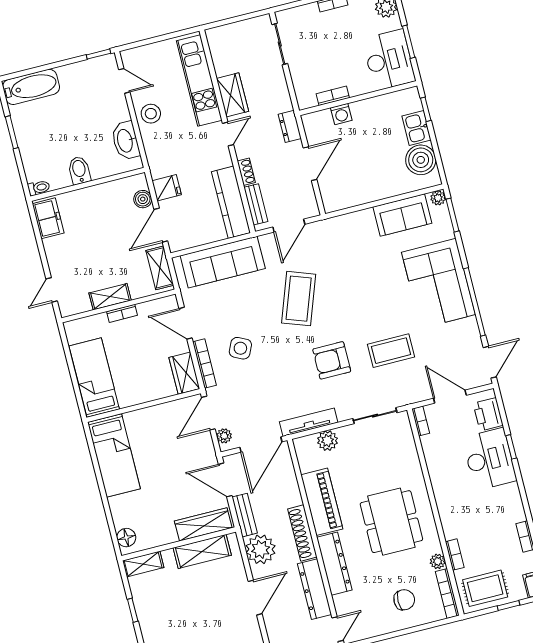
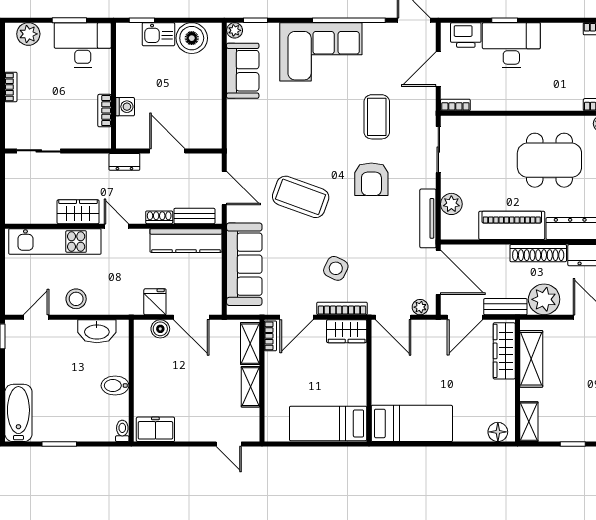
window: (452, 215) -> (256, 20), width x0.67
shelving: (160, 268) -> (250, 344), moved, turned 90
bookcase: (122, 313) -> (270, 336), moved

